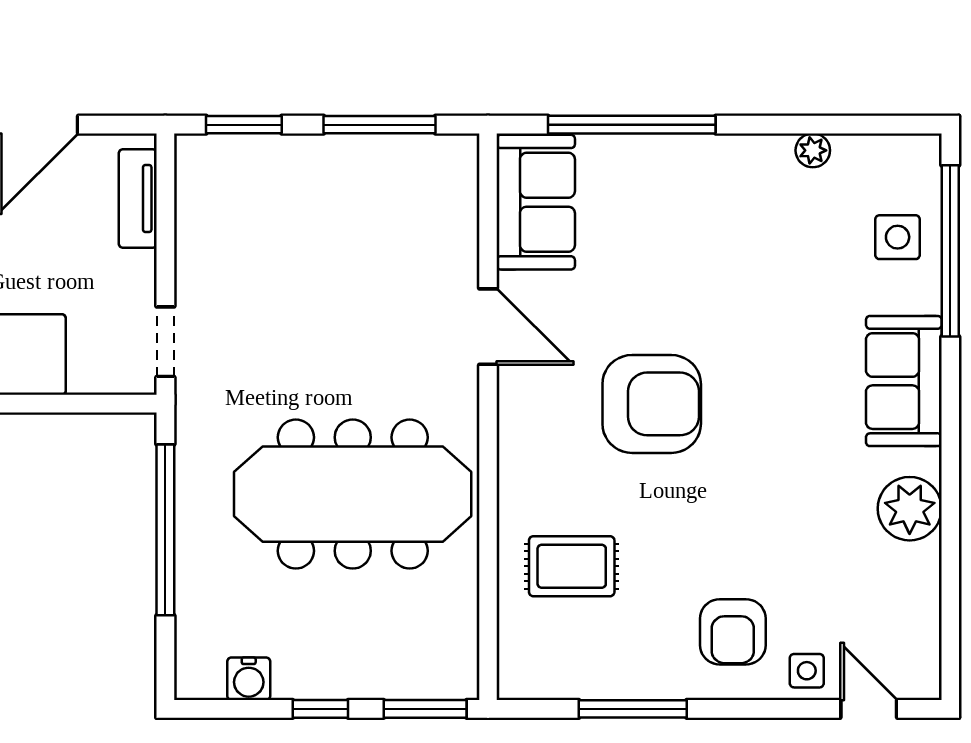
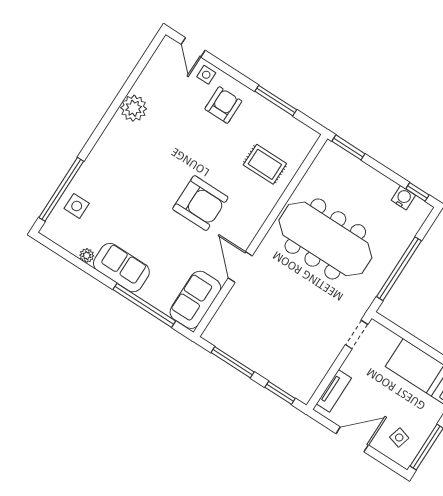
sofa: (904, 381) -> (121, 268), moved, turned -90
armchair: (652, 404) -> (200, 203), turned 180
window: (320, 709) -> (417, 192), moved

